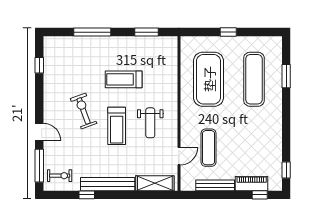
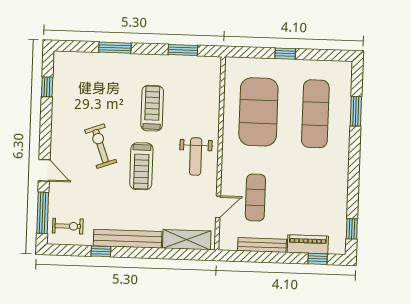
window: (92, 32) -> (115, 48), width x0.69
treadmill: (124, 79) -> (152, 108), turned 90
weight bench: (150, 123) -> (196, 156), moved

